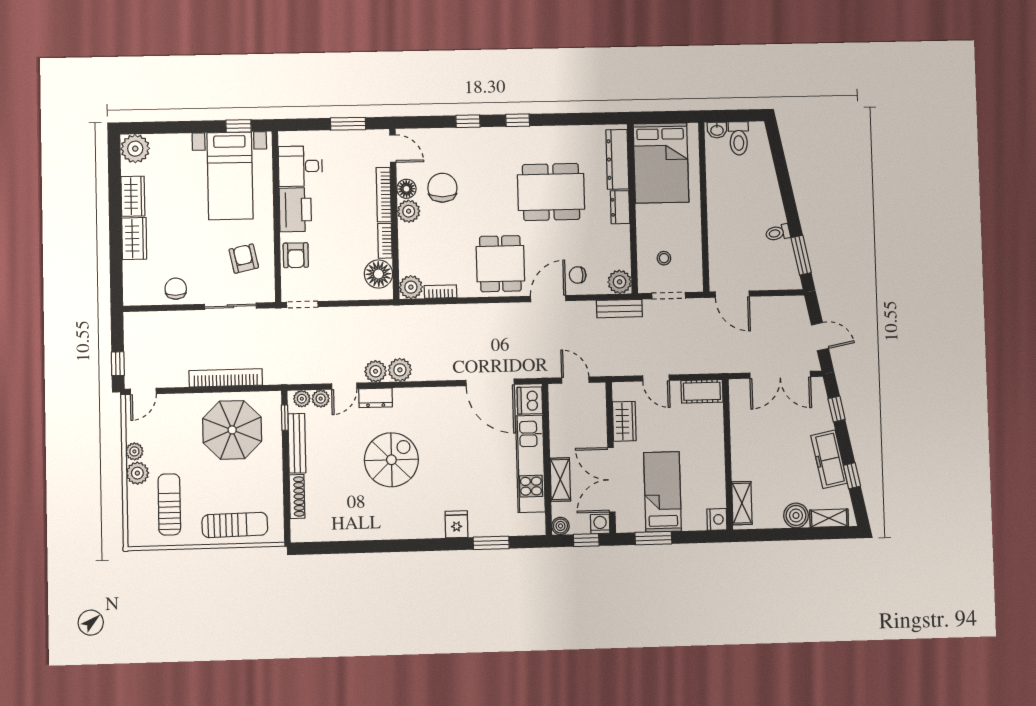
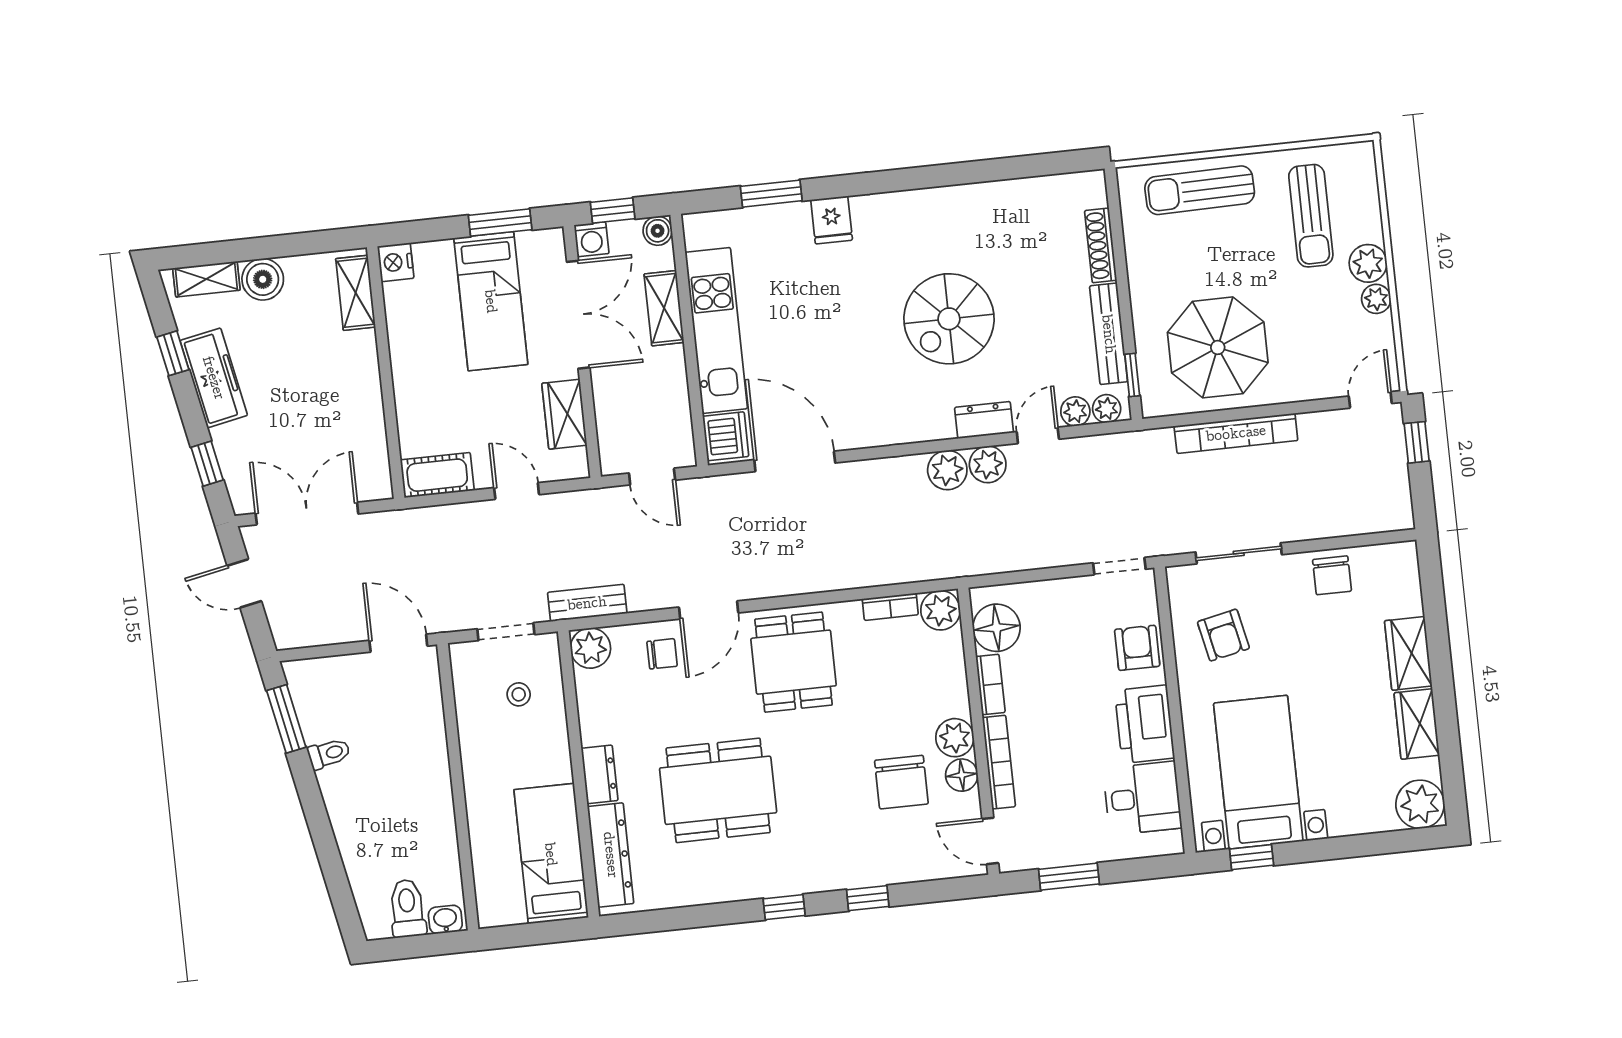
bed: (661, 163) -> (551, 854), width x0.67

